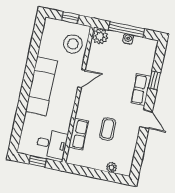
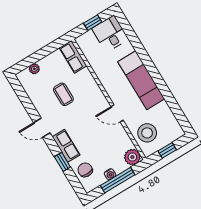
chair: (143, 59) -> (85, 170), added
door: (81, 79) -> (117, 113), hinge flipped
row of seats: (78, 134) -> (73, 57), moved
desk: (52, 144) -> (110, 34), moved, turned 90

